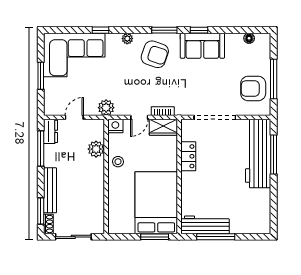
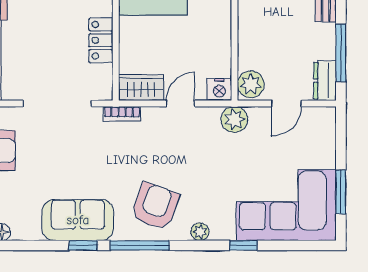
window: (164, 30) -> (140, 245), width x1.44
armchair: (155, 54) -> (155, 206), turned 91
window: (41, 76) -> (341, 192), moved
bookcase: (163, 111) -> (122, 114), moved
plant: (96, 149) -> (251, 84), moved
stool: (118, 162) -> (215, 32), removed

